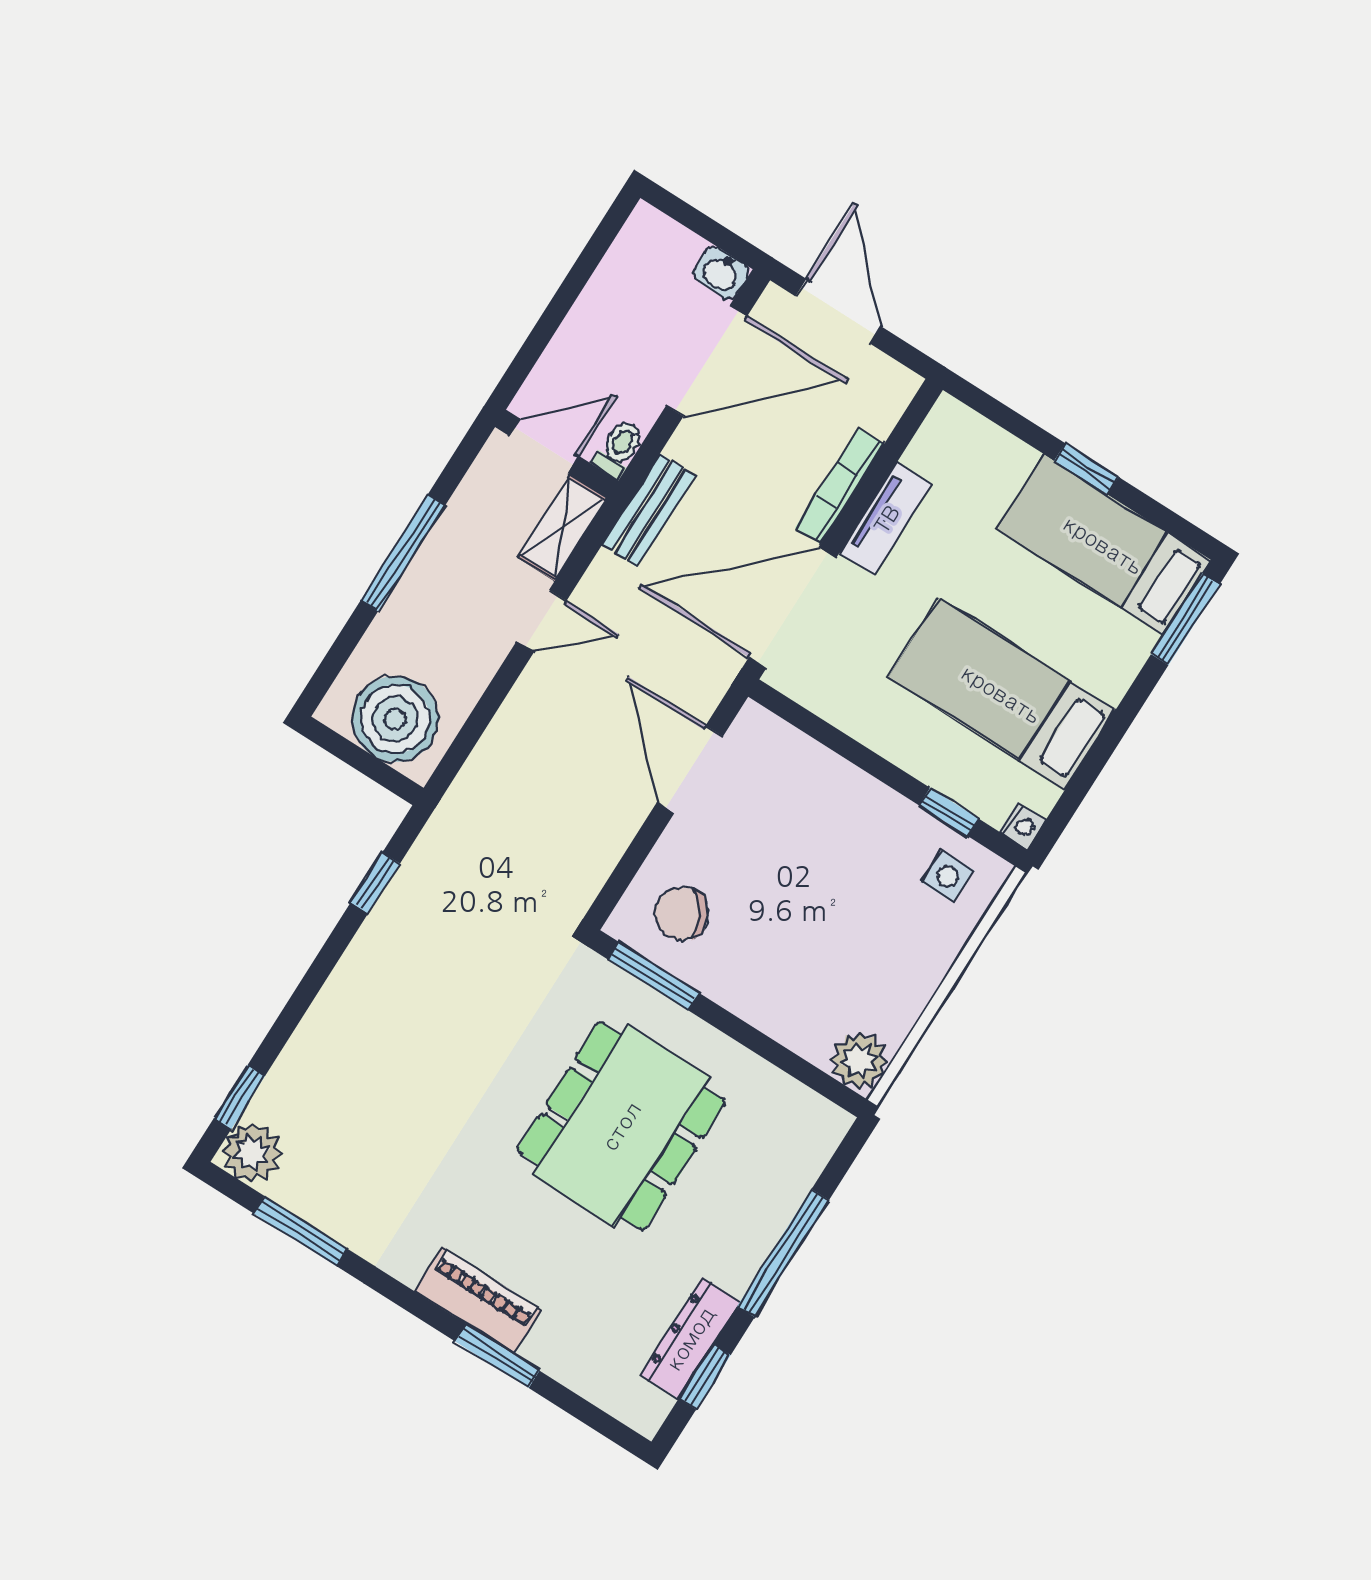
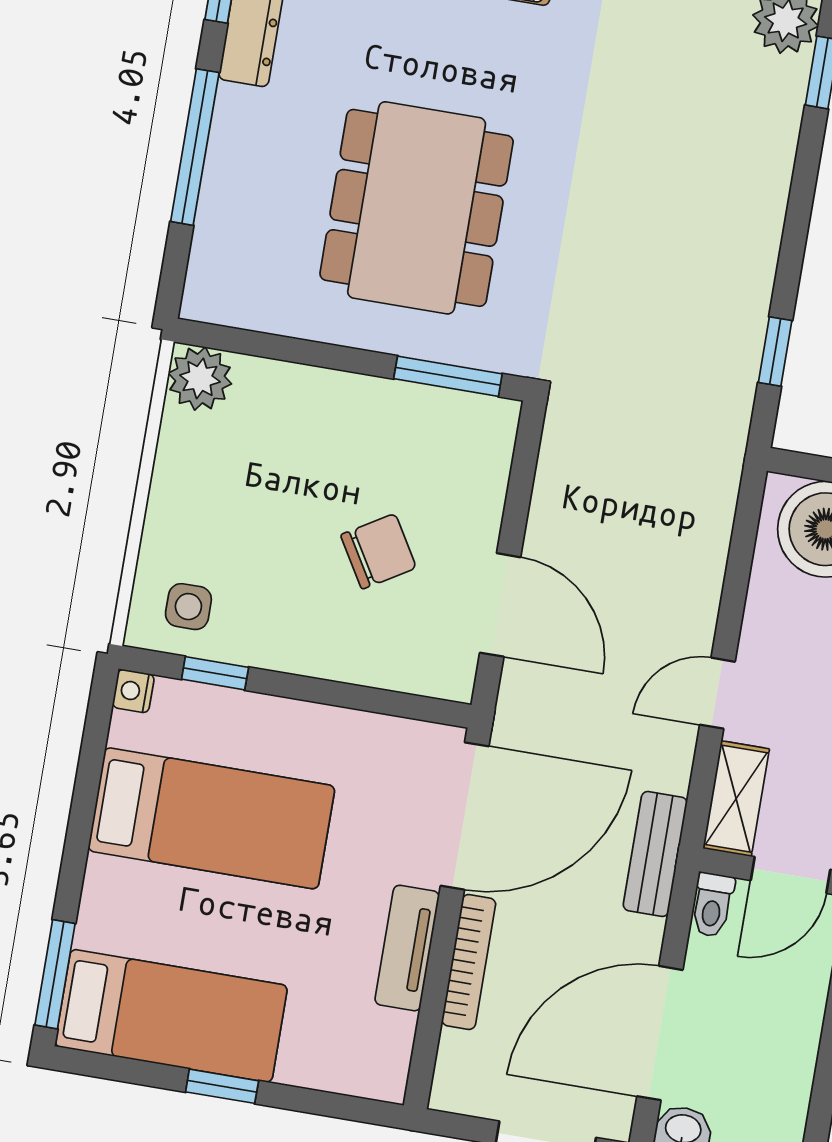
chair: (682, 914) -> (378, 551), moved

